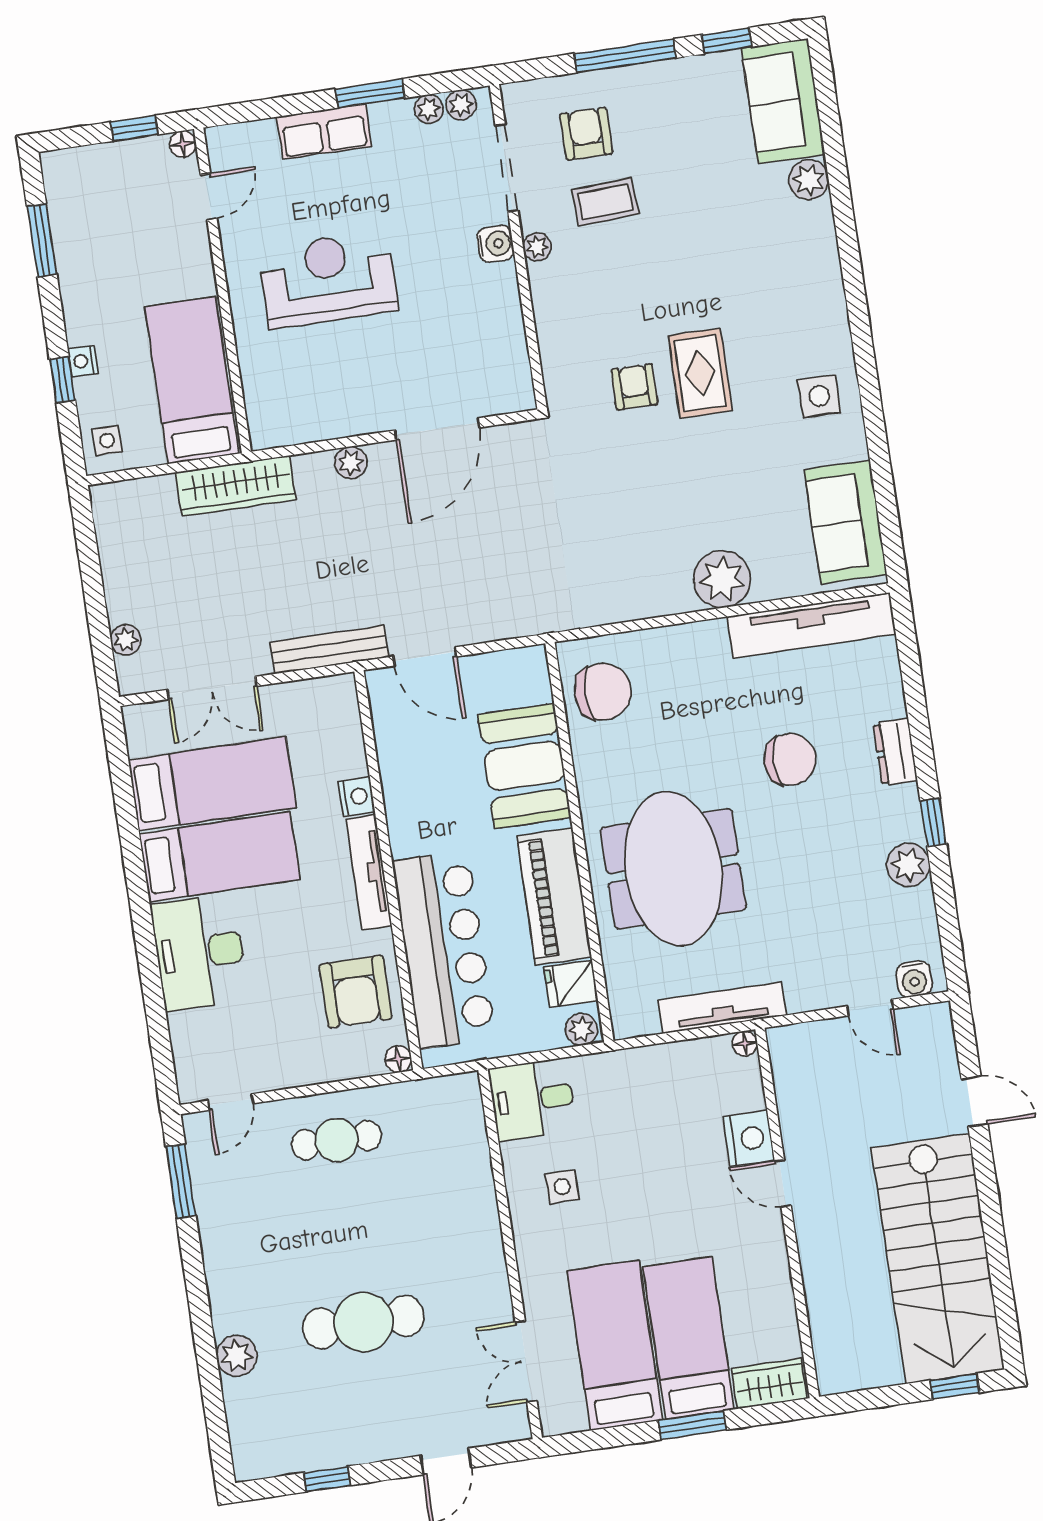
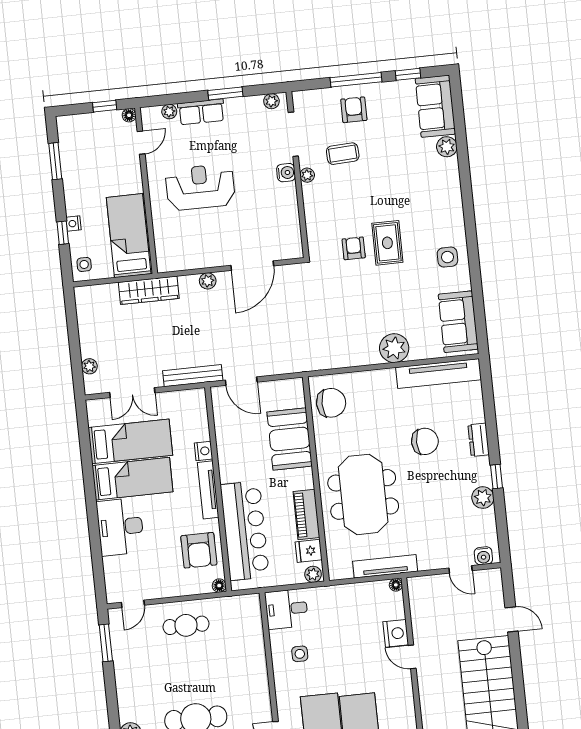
plant: (429, 109) -> (169, 112), moved
armchair: (586, 134) -> (354, 110), moved
piano: (554, 897) -> (306, 515), width x0.73, depth x0.75

